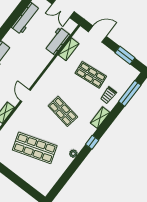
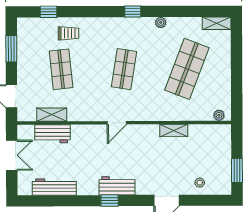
window: (130, 93) -> (48, 12), width x0.46
door: (25, 96) -> (117, 123), moved
shelving: (100, 118) -> (217, 23), moved
shop shelf: (35, 148) -> (187, 69), turned 39

